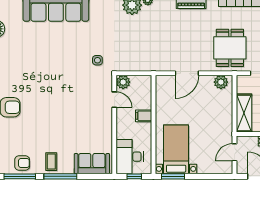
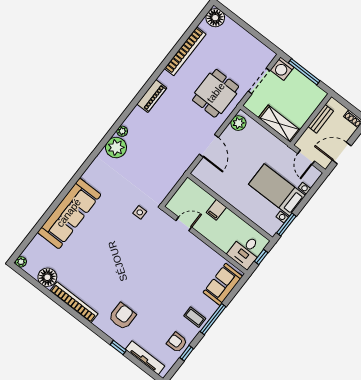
dining table: (230, 48) -> (216, 93), turned 90
plant: (123, 82) -> (175, 205), removed
bed with nightstands: (176, 149) -> (277, 190), moved
desk: (130, 157) -> (245, 251), width x0.73
armchair: (22, 163) -> (177, 342), turned -90
window: (20, 176) -> (187, 353), width x0.46

